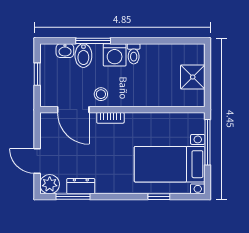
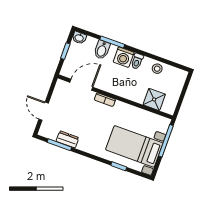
washbasin: (65, 51) -> (79, 38), moved
shower: (193, 77) -> (154, 99), moved
stool: (101, 94) -> (157, 69), moved
door: (73, 110) -> (81, 85), swing flipped
plant: (50, 184) -> (46, 130), removed

